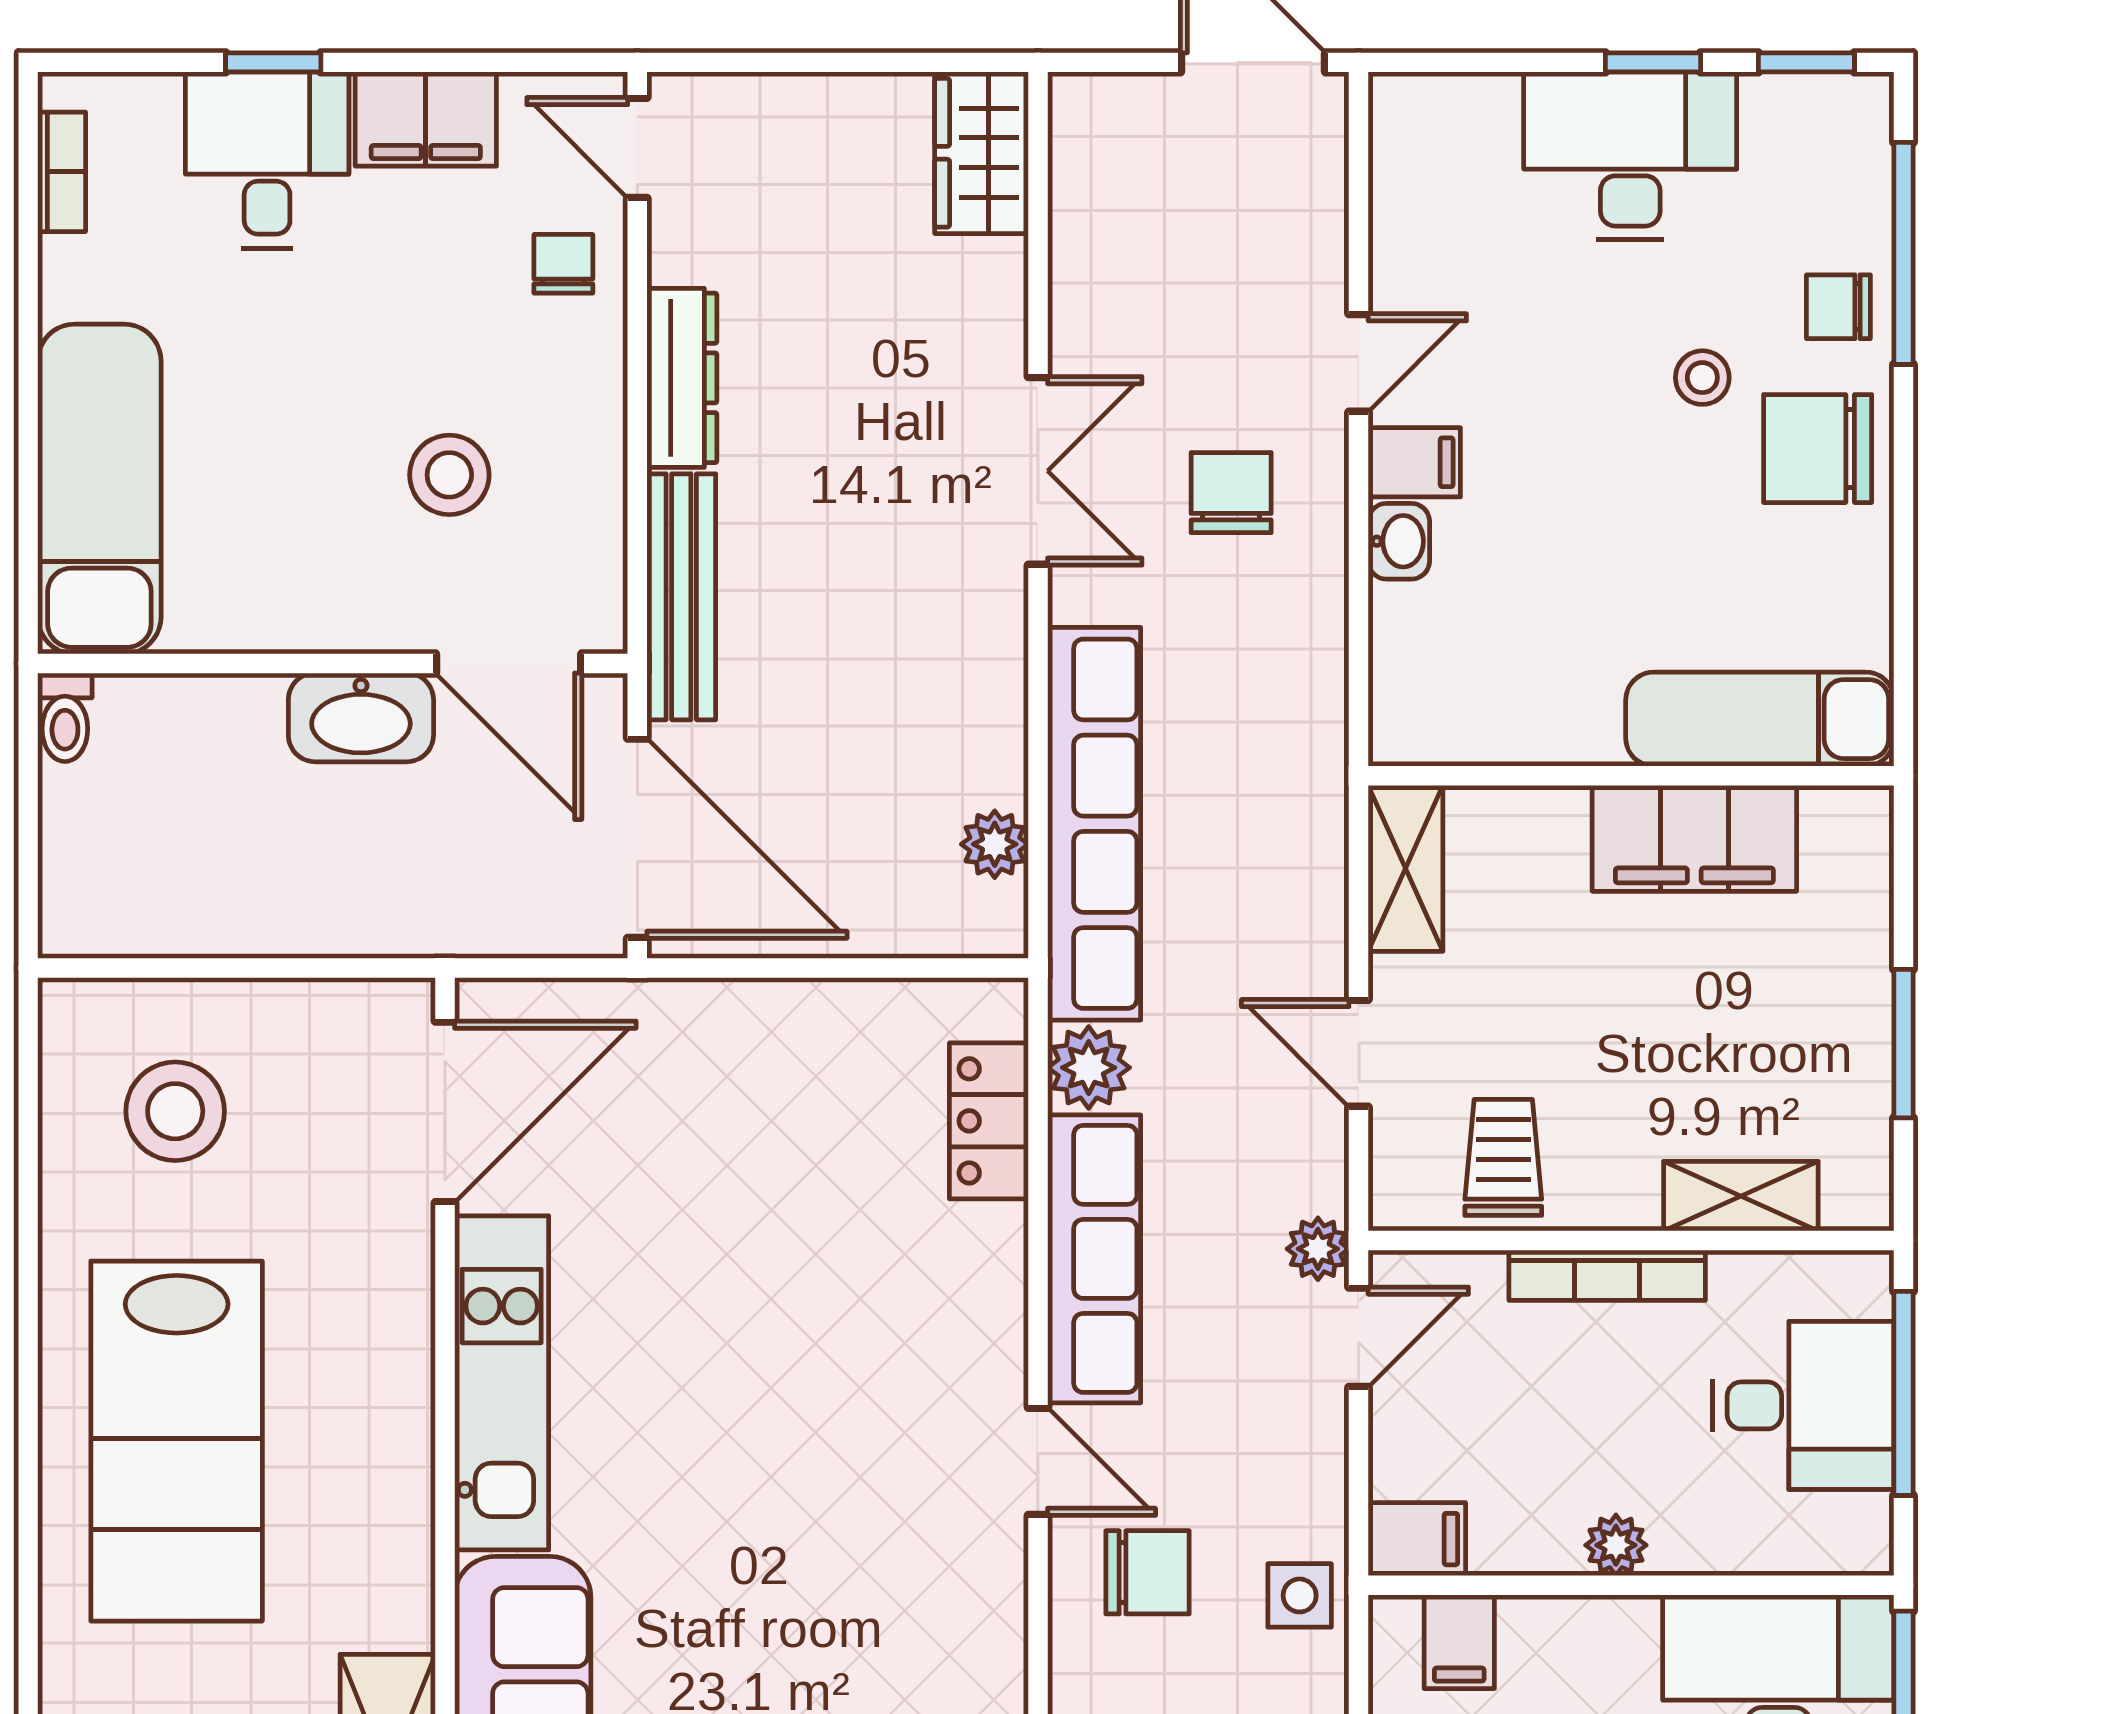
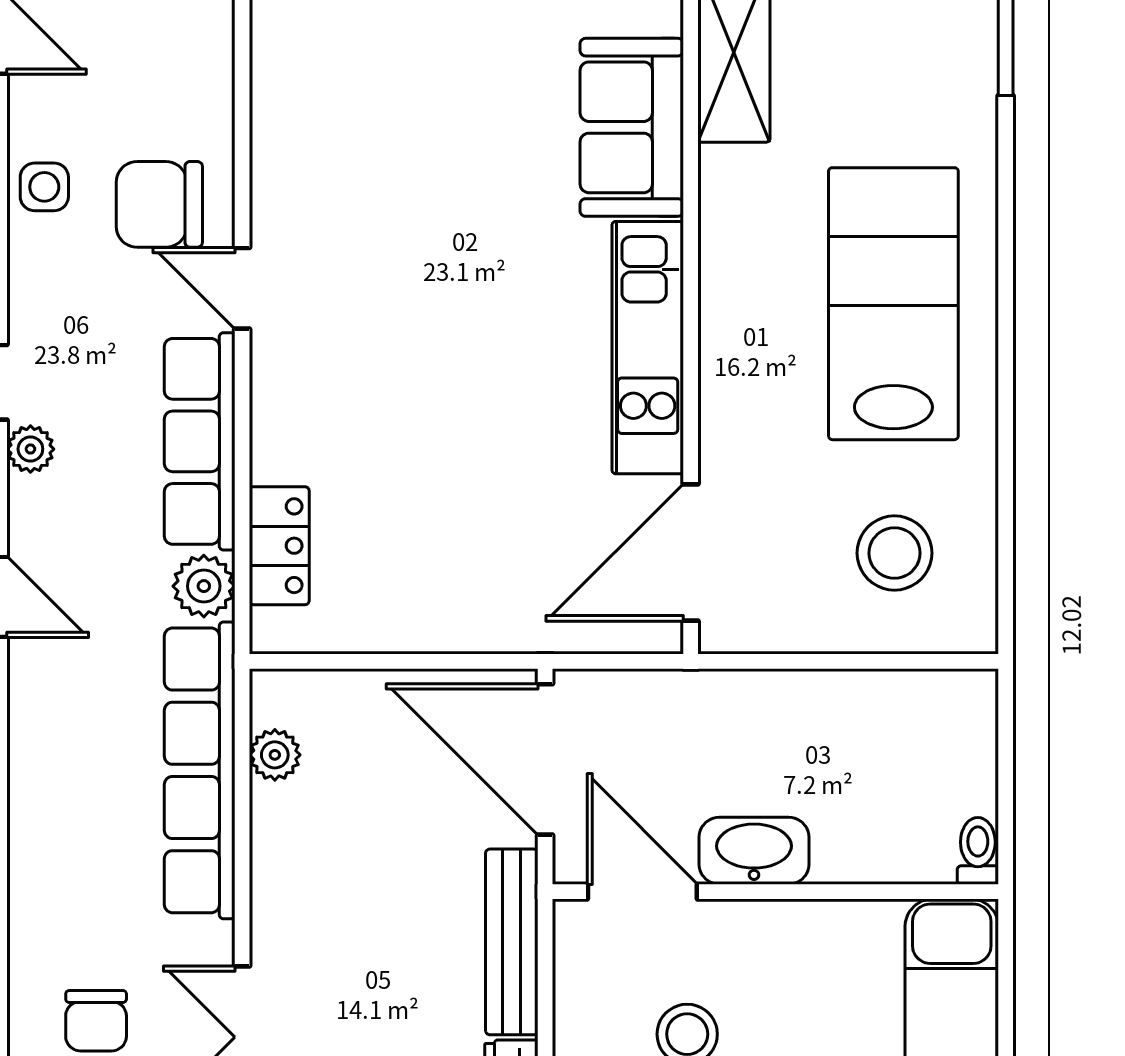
chair: (1148, 1572) -> (159, 204), width x1.37, depth x1.37

